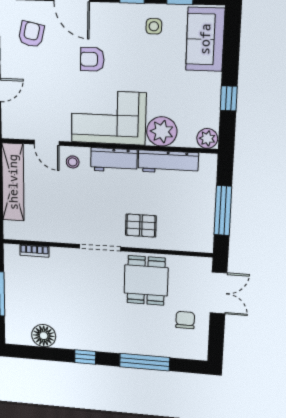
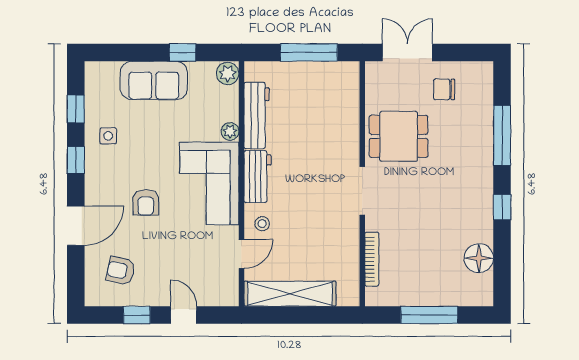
sofa: (205, 39) -> (154, 81), moved
plant: (162, 131) -> (230, 131), width x0.53, depth x0.53
pallet: (141, 226) -> (332, 144), removed
bookcase: (34, 251) -> (372, 259), width x1.56

